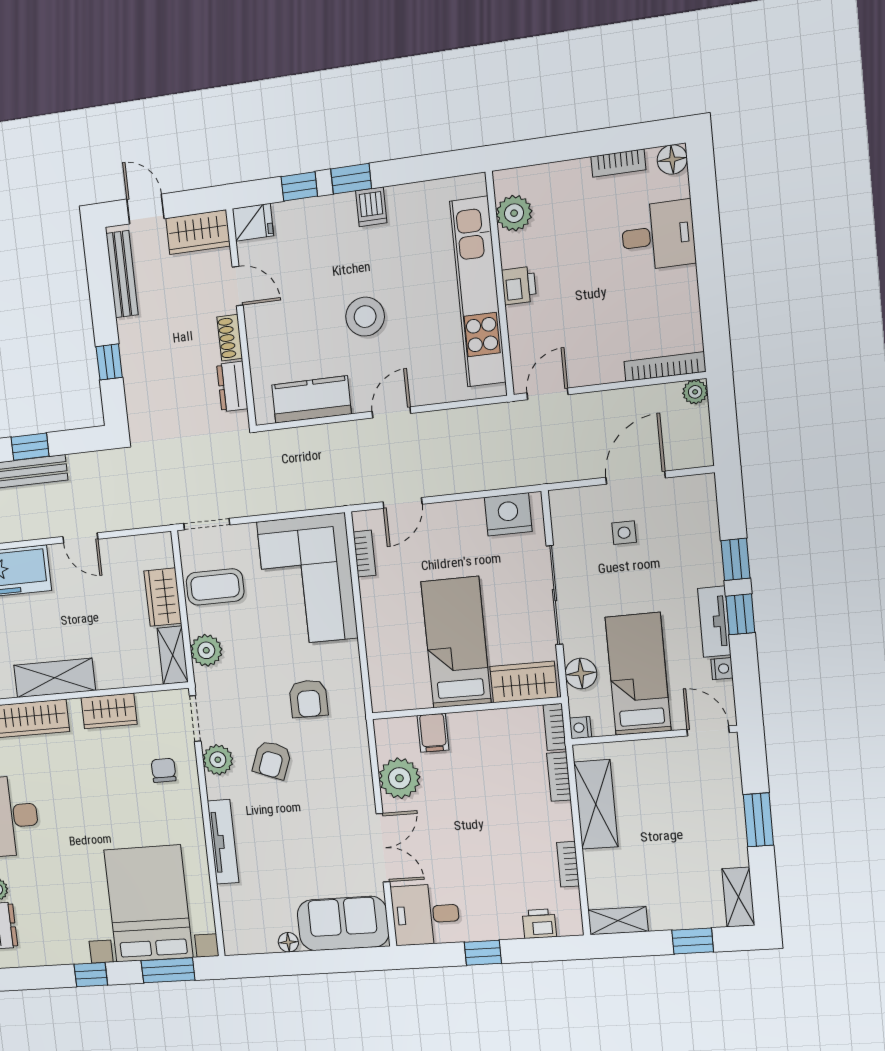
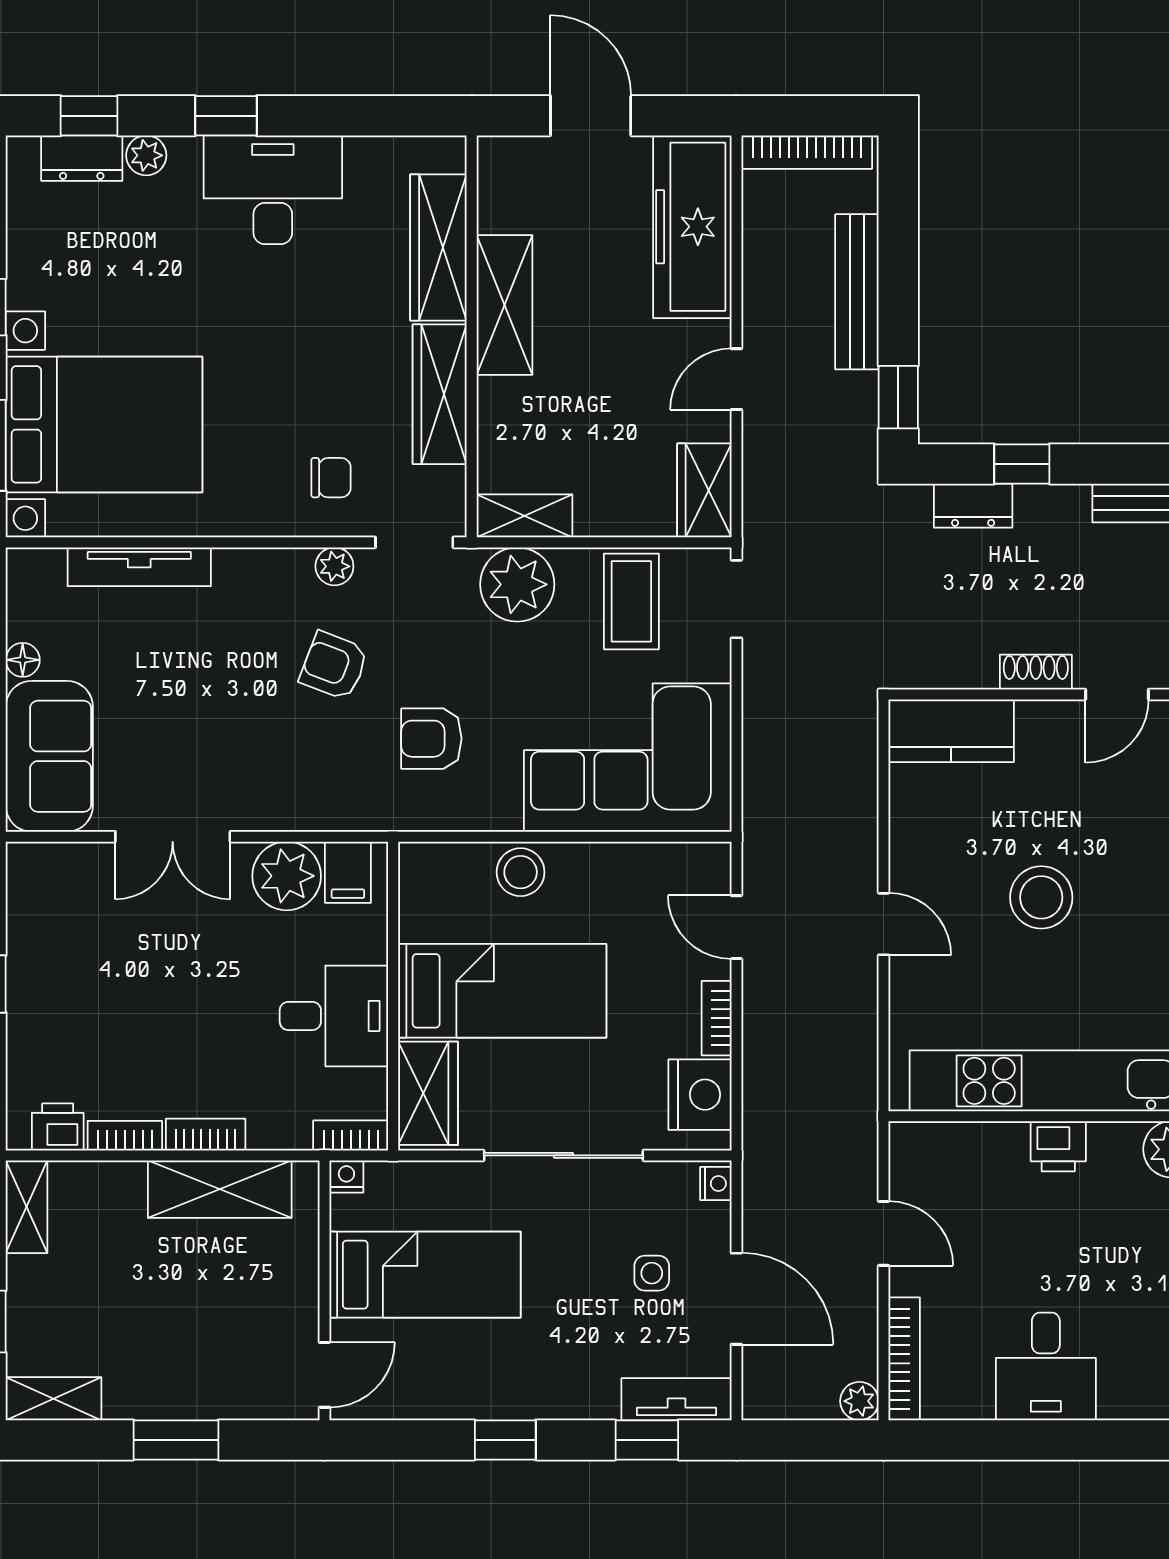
desk: (658, 236) -> (1046, 1366), moved
dresser: (232, 386) -> (973, 506), moved, turned 180
door: (547, 394) -> (884, 1233), moved
kitchen counter: (311, 399) -> (951, 731), moved, turned 90
window: (30, 447) -> (898, 397), moved
bookcase: (364, 554) -> (717, 1018), moved, turned 90
window: (736, 559) -> (647, 1440), moved
wardrobe: (163, 597) -> (704, 490), moved, turned -90
tv unit: (714, 622) -> (676, 1399), moved
stool: (383, 638) -> (521, 872), added
plant: (206, 650) -> (517, 584), width x1.36, depth x1.36
nightstand: (722, 669) -> (716, 1184), moved, turned -90
floor lamp: (581, 673) -> (434, 1185), removed
wardrobe: (109, 711) -> (440, 394), width x1.50
filing cabinet: (433, 733) -> (348, 872), moved, turned -90
plant: (218, 760) -> (334, 566), width x0.73, depth x0.73
bookcase: (559, 777) -> (206, 1135), moved
tv unit: (223, 842) -> (139, 567), moved
desk: (426, 914) -> (334, 1016), moved, turned 90
printer: (539, 924) -> (58, 1127), moved, turned -90

